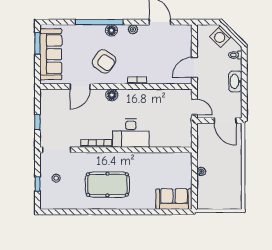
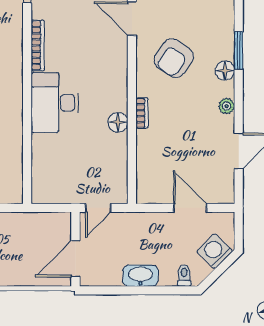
window: (99, 22) -> (239, 50), width x0.47
door: (194, 67) -> (190, 208), moved
floor lamp: (112, 95) -> (118, 122), moved

